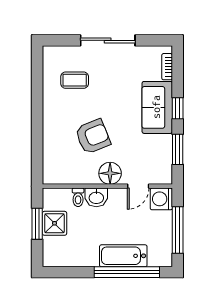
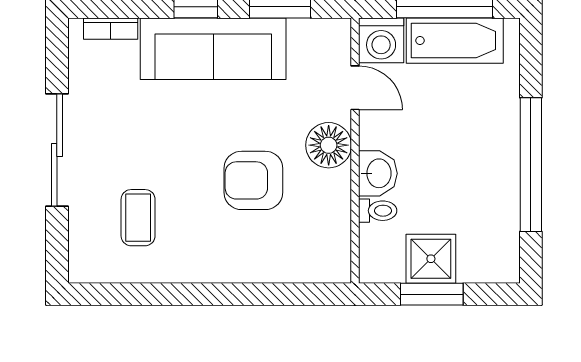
sofa: (157, 107) -> (213, 49), width x1.36
armchair: (93, 136) -> (253, 180), turned -68
bathtub: (123, 256) -> (455, 41), moved, turned -90
window: (127, 272) -> (531, 165), moved

